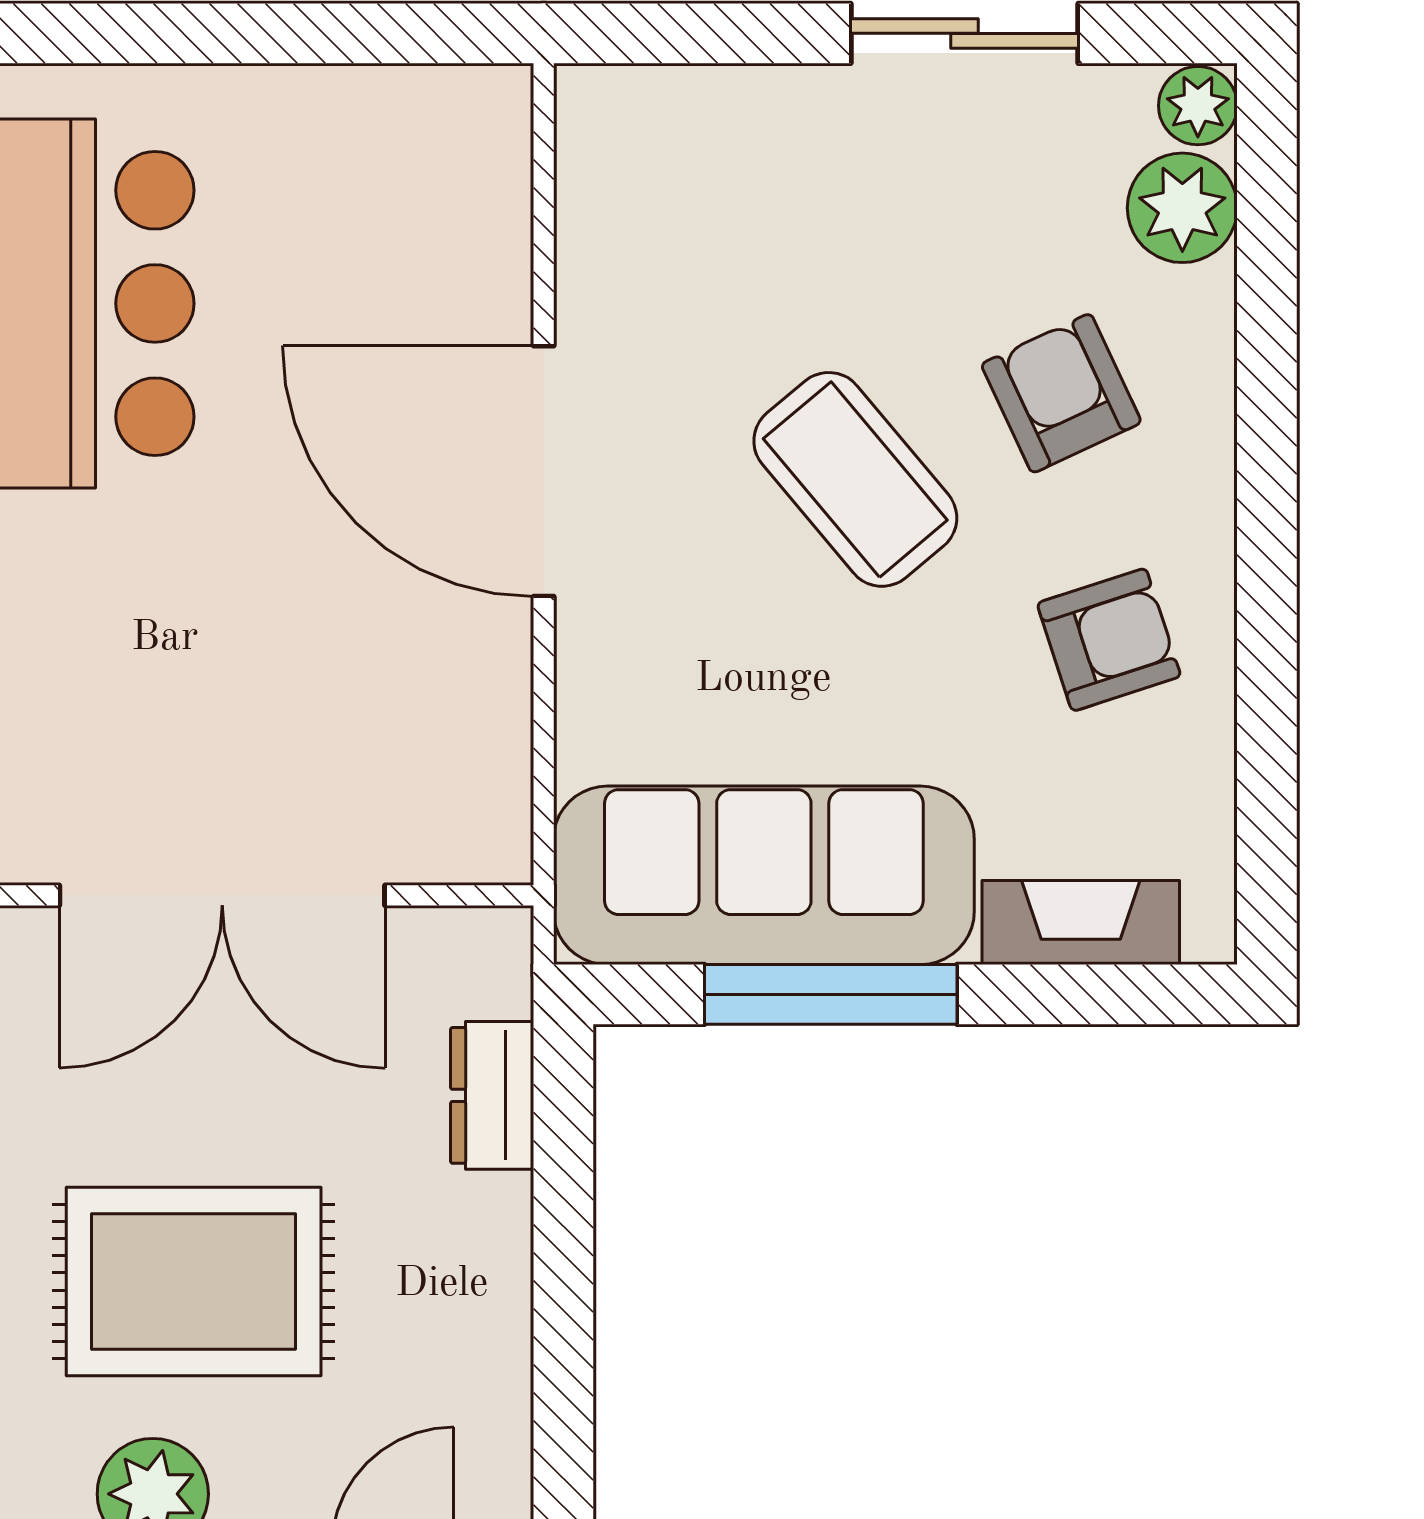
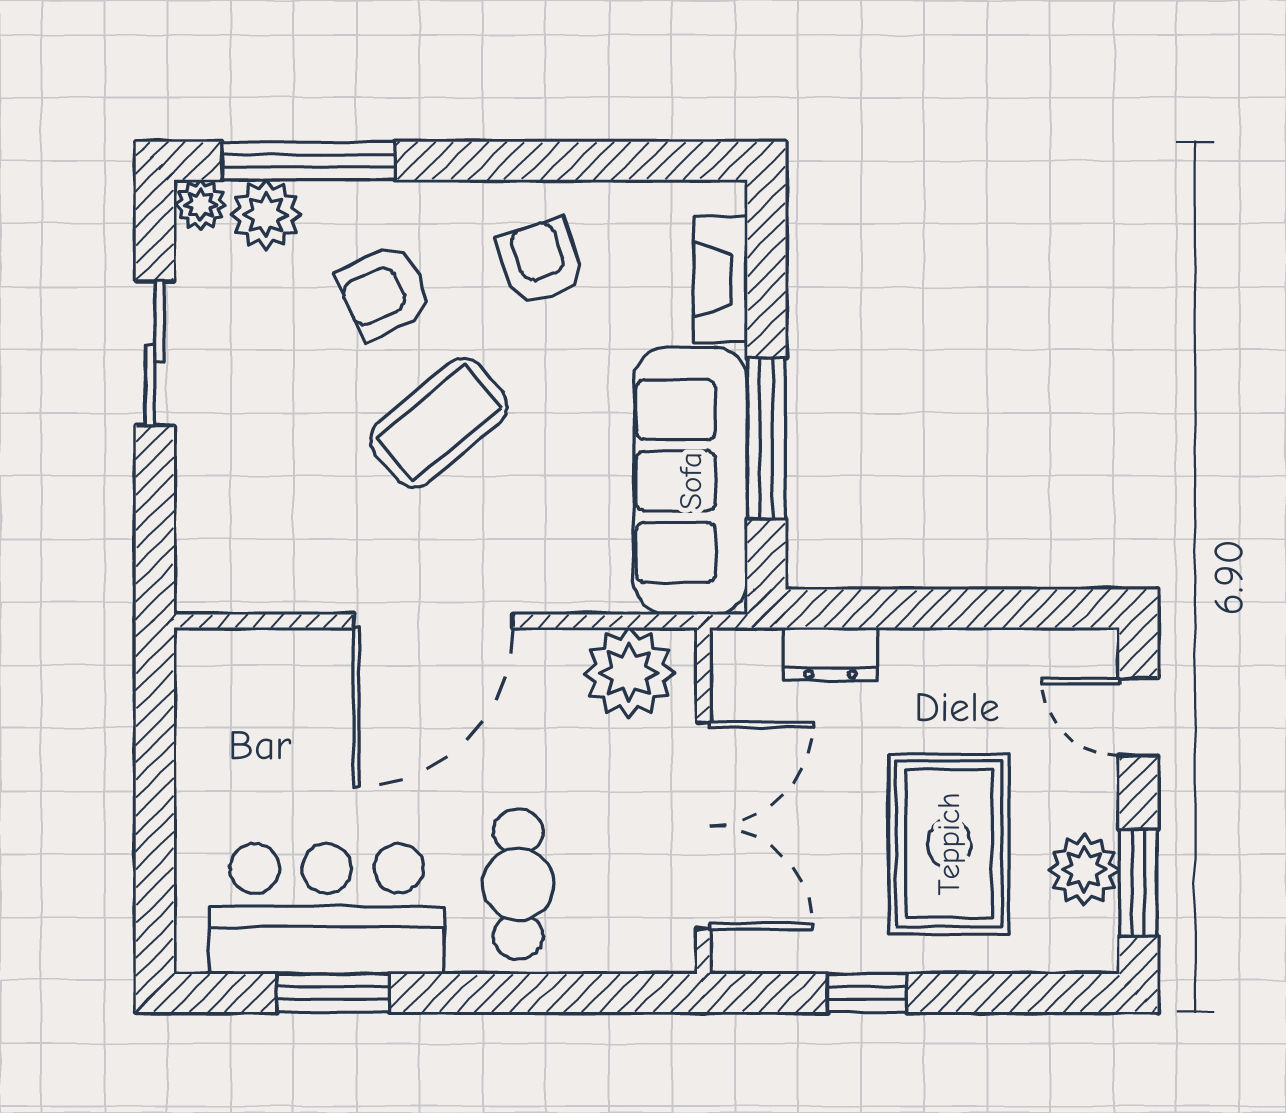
window: (1267, 275) -> (309, 161), added
cafe table: (130, 604) -> (518, 884), added
plant: (462, 778) -> (629, 673), added

